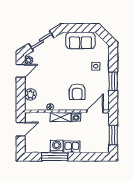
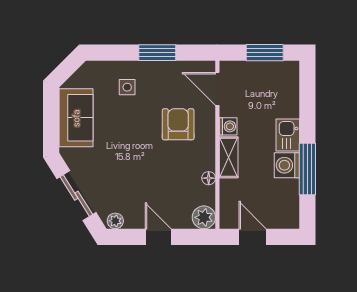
door: (21, 71) -> (158, 237), moved
armchair: (77, 92) -> (178, 124), turned -90
plant: (30, 94) -> (204, 217), moved

